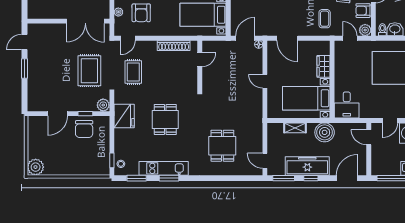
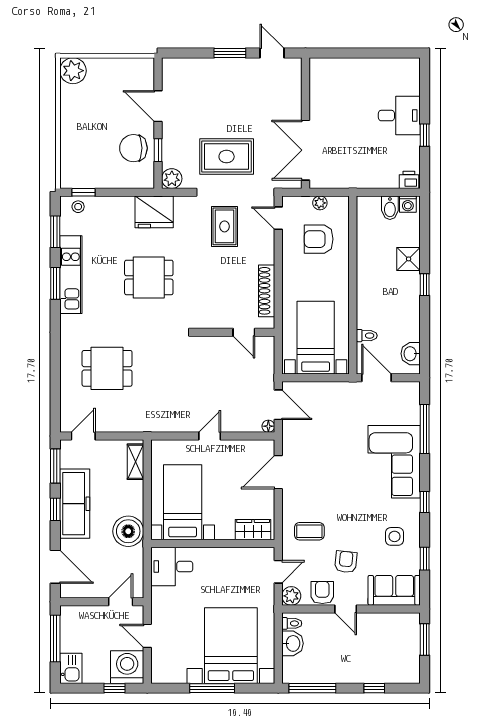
wardrobe: (324, 66) -> (253, 530), moved
rug: (133, 72) -> (225, 226), turned 90
shelving: (295, 128) -> (136, 462), moved

